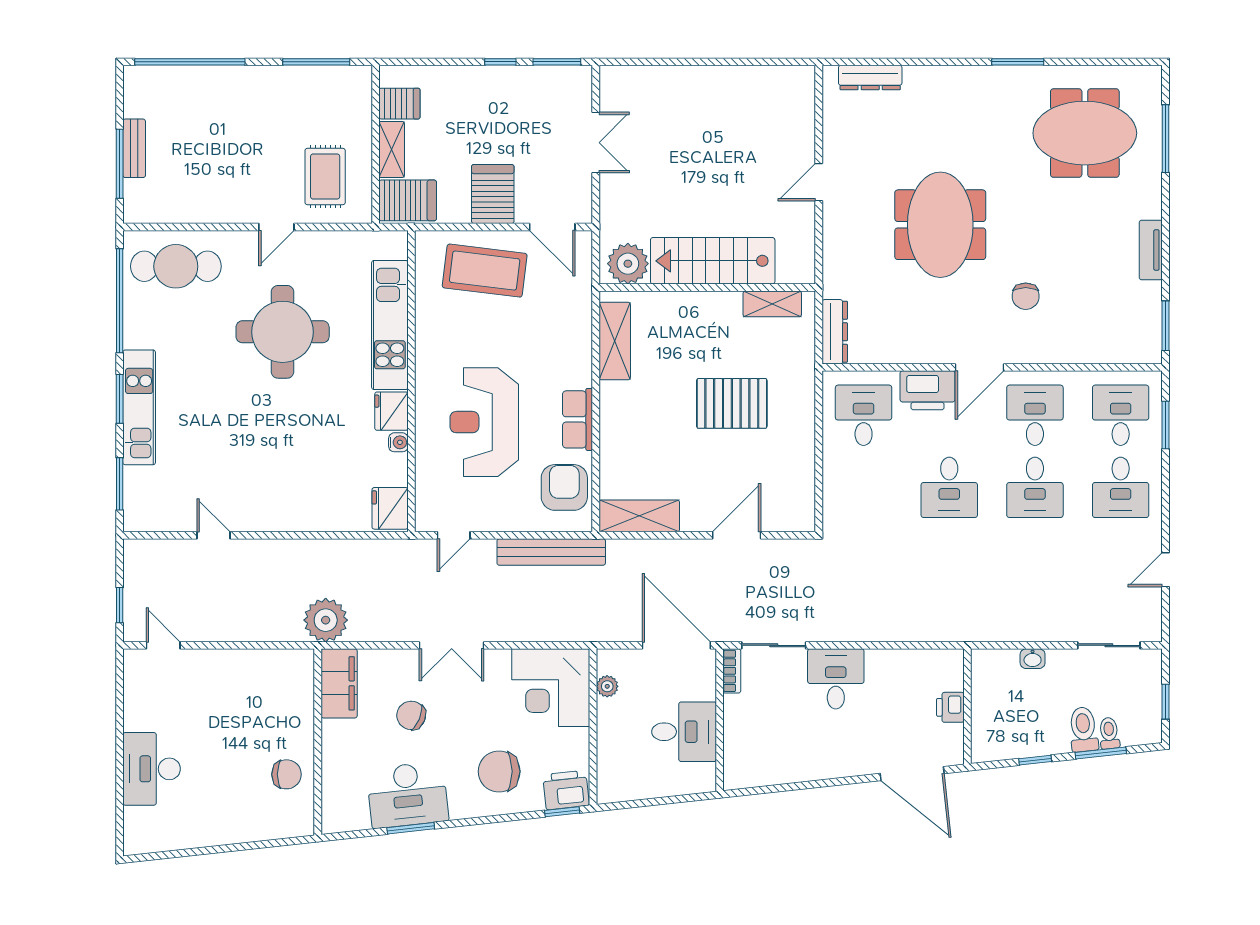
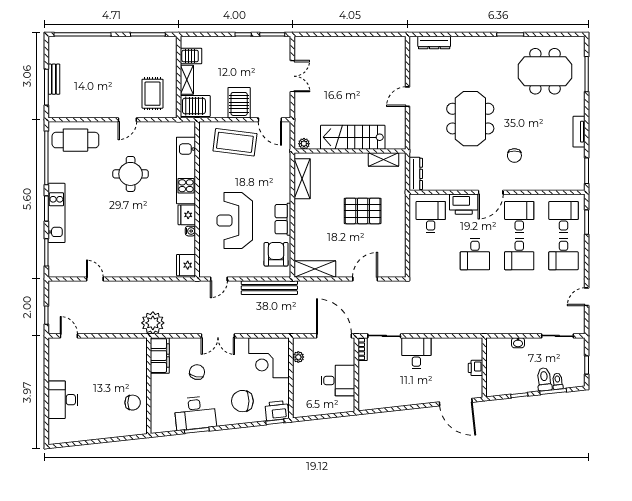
plant: (628, 264) -> (304, 144), width x0.53, depth x0.53
round table: (283, 332) -> (131, 174), width x0.73, depth x0.73
chair: (411, 715) -> (197, 372), turned 81

